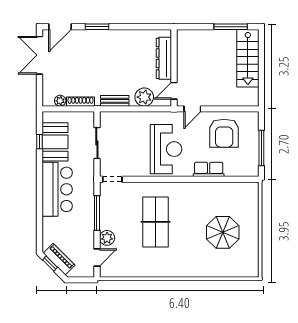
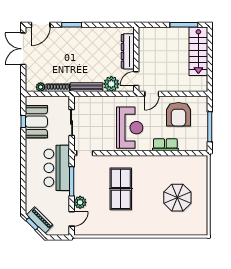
bench: (115, 101) -> (87, 87), width x1.36
bar counter: (57, 189) -> (57, 168), moved, turned 180

